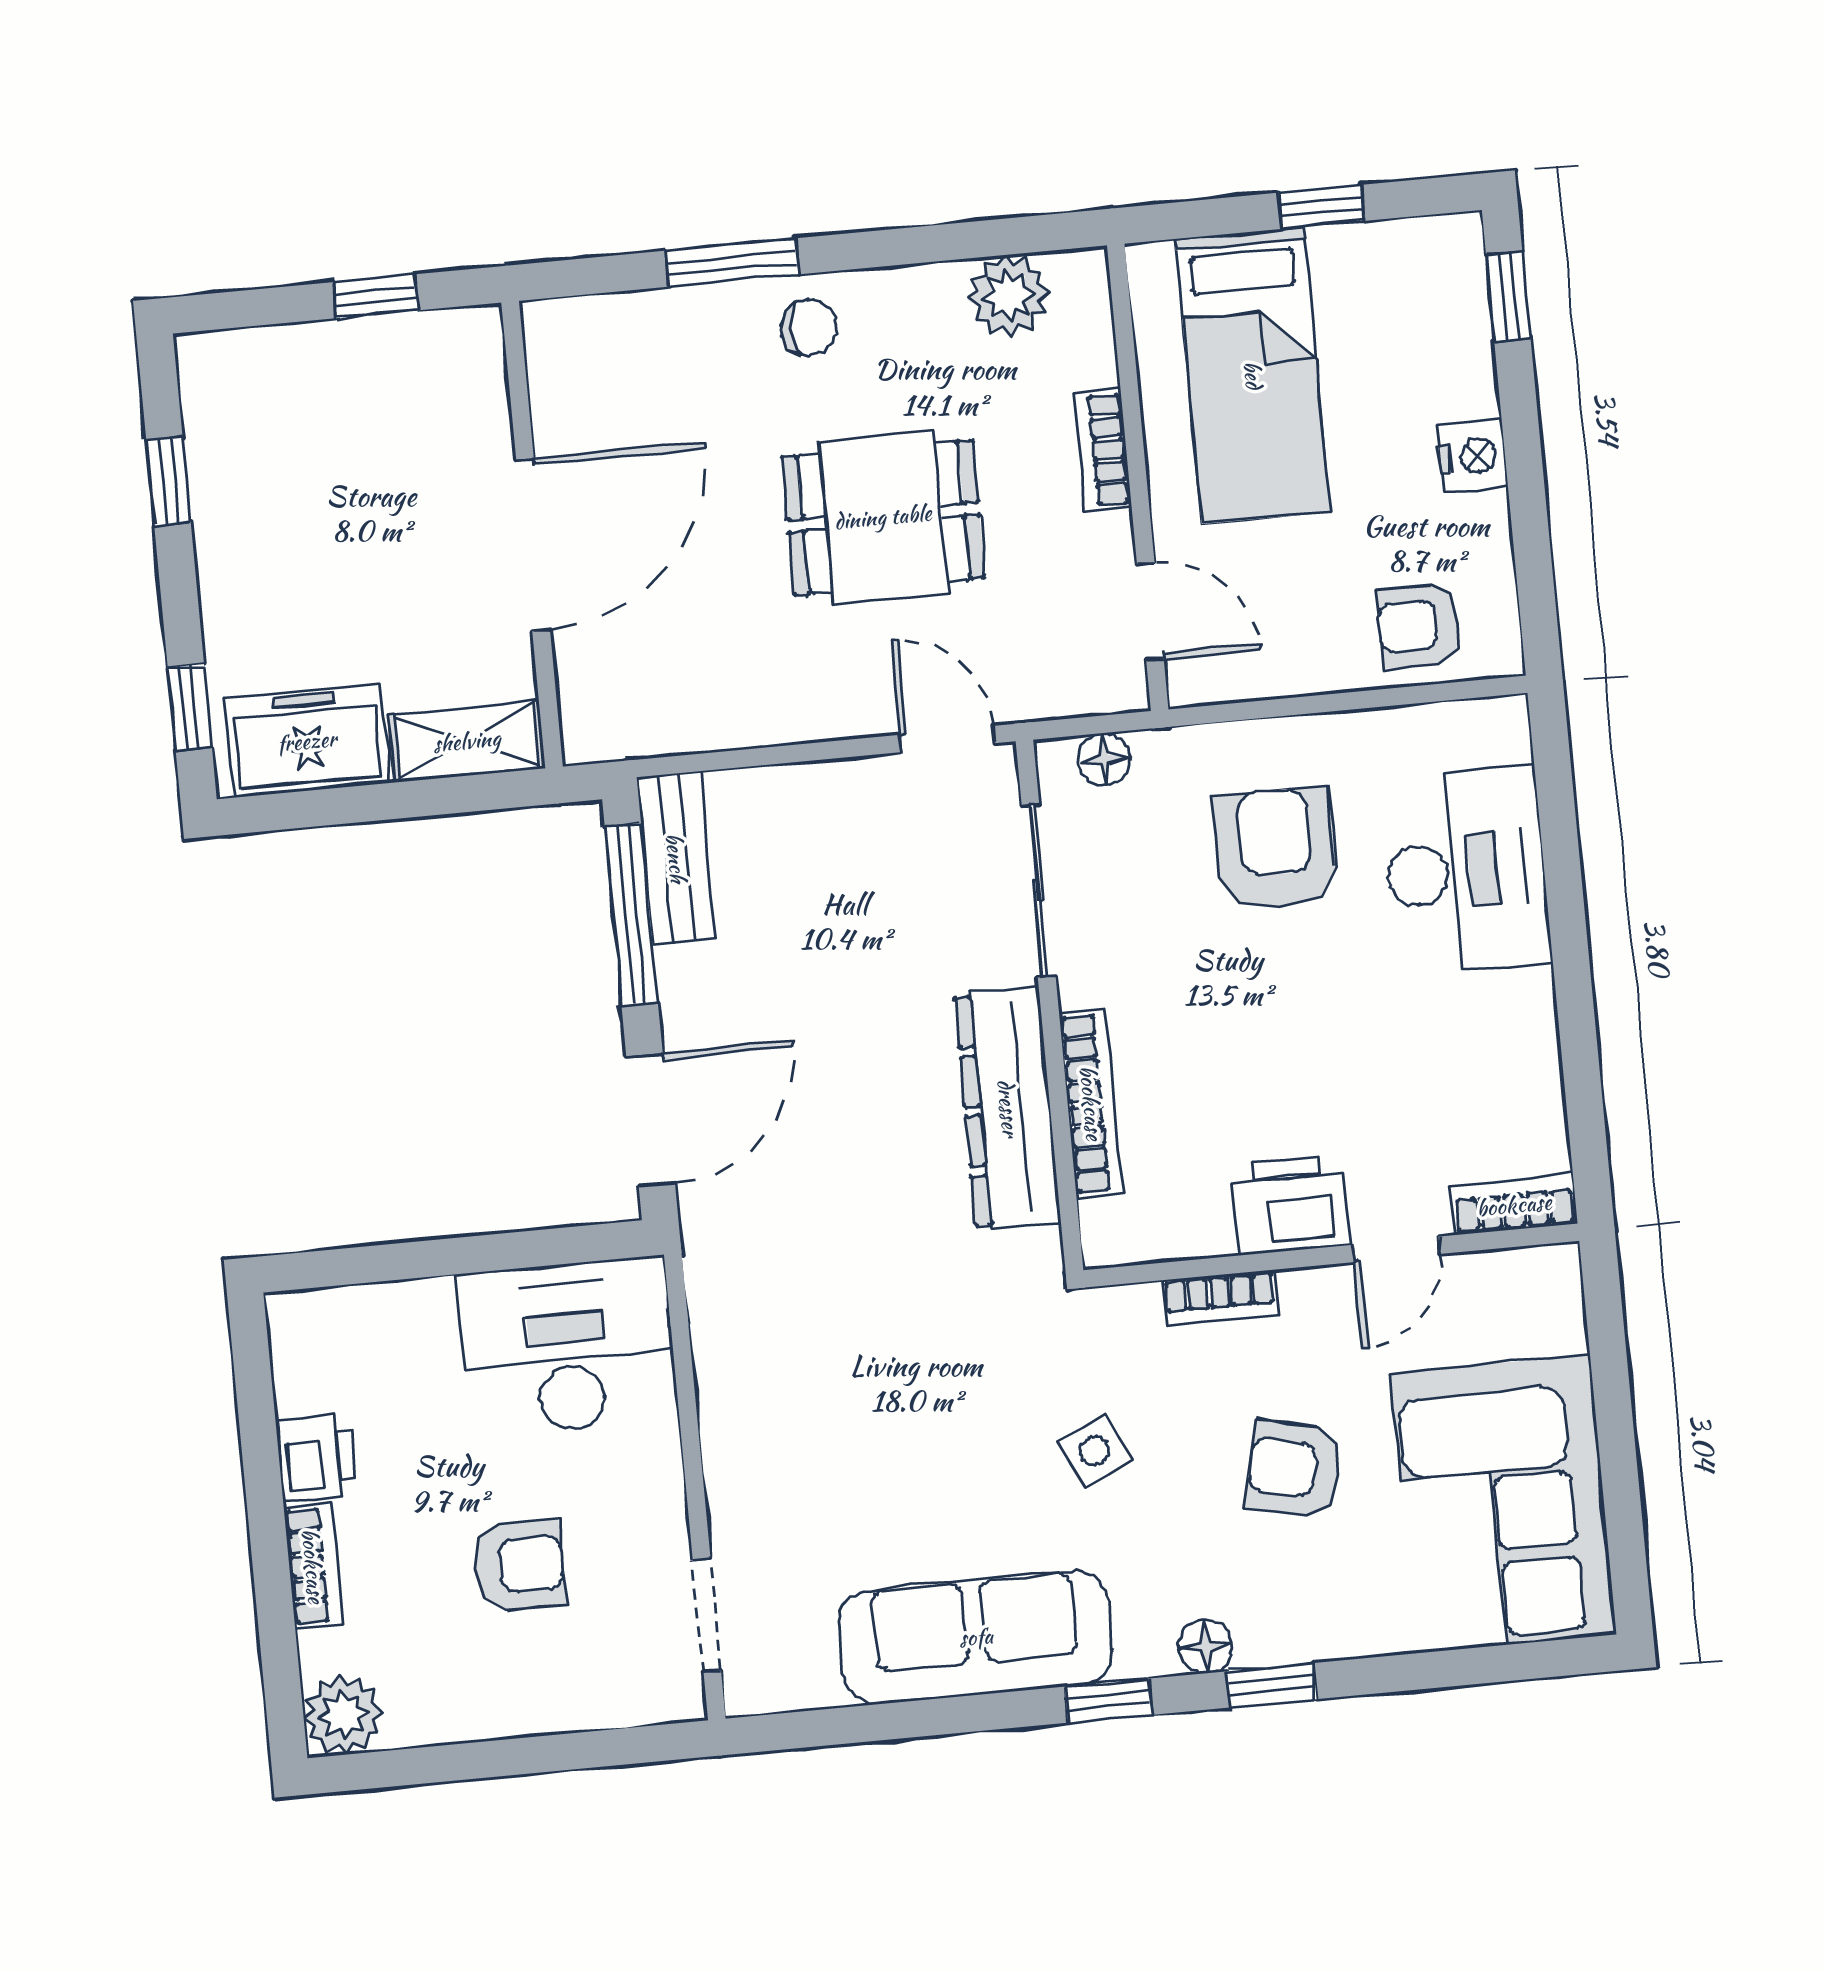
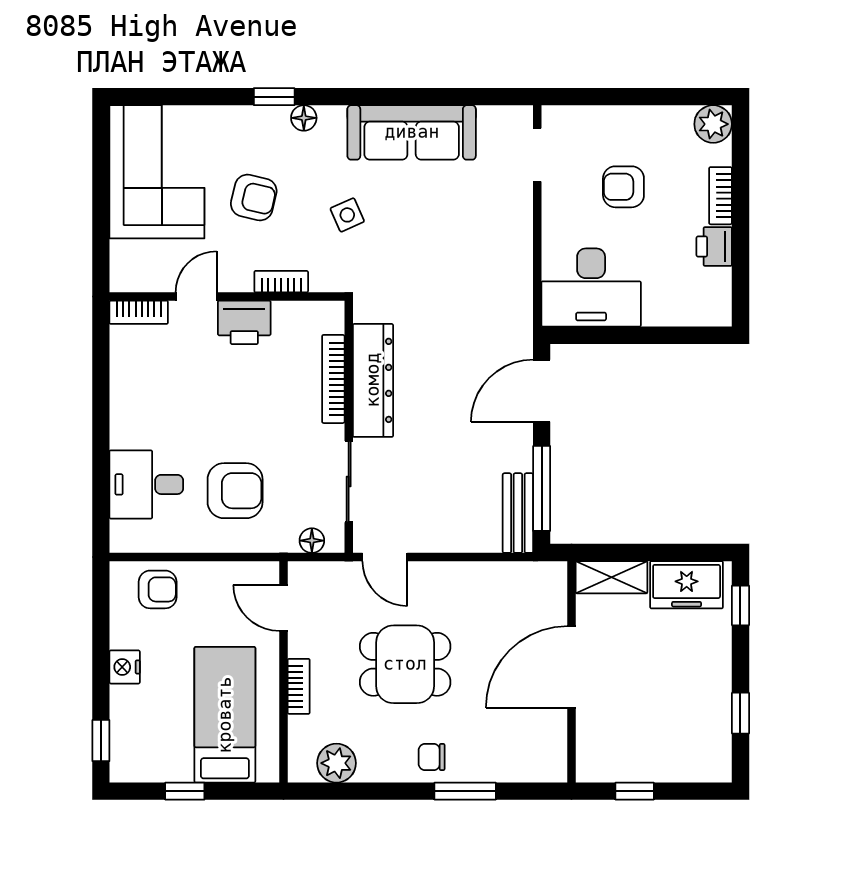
armchair: (1276, 849) -> (235, 491), turned -90
desk: (1466, 871) -> (146, 484), width x0.73
window: (1108, 1701) -> (352, 97), removed

